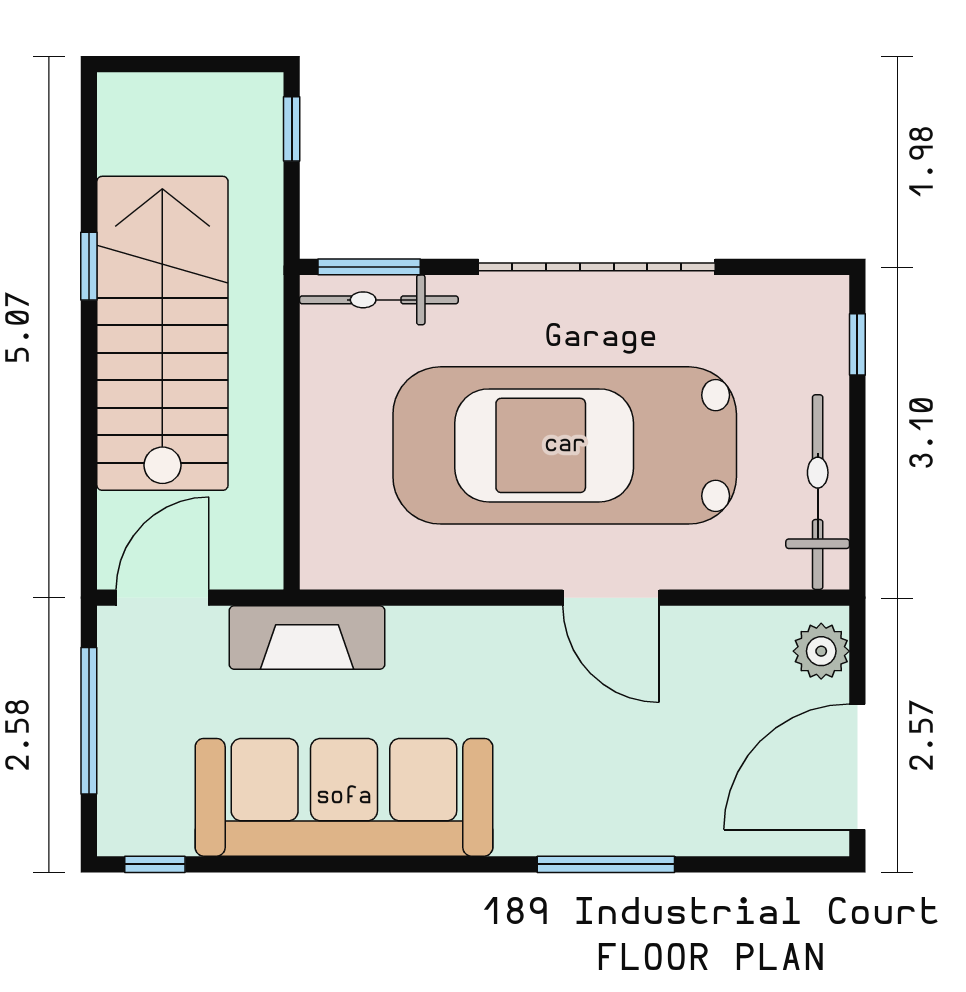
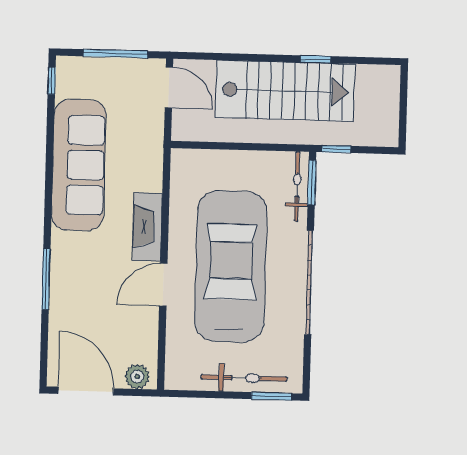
window: (292, 129) -> (336, 149), moved
window: (857, 344) -> (272, 396), width x1.50
bicycle: (818, 492) -> (244, 378), moved
fireplace: (307, 638) -> (147, 227), moved

